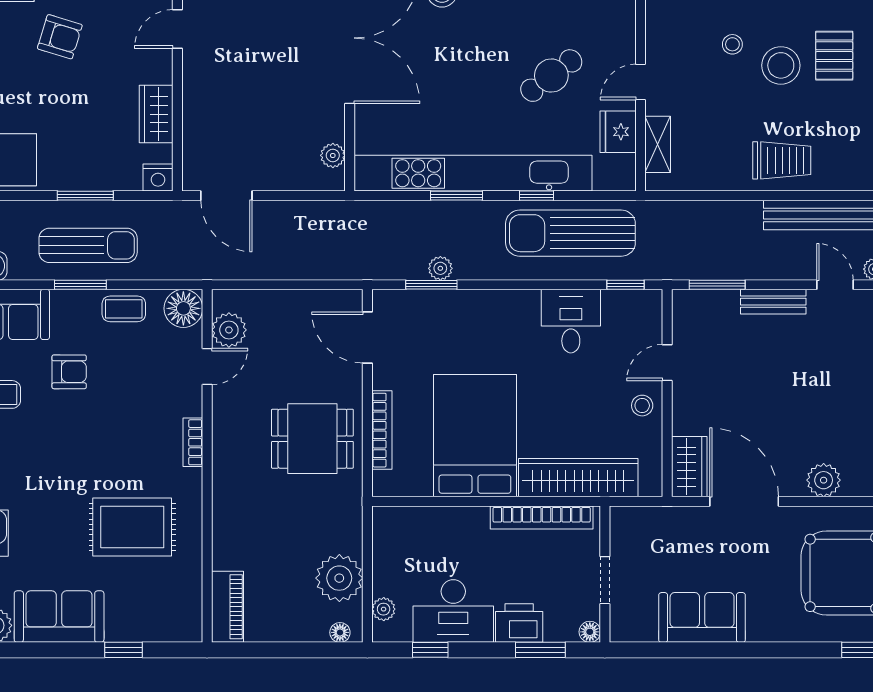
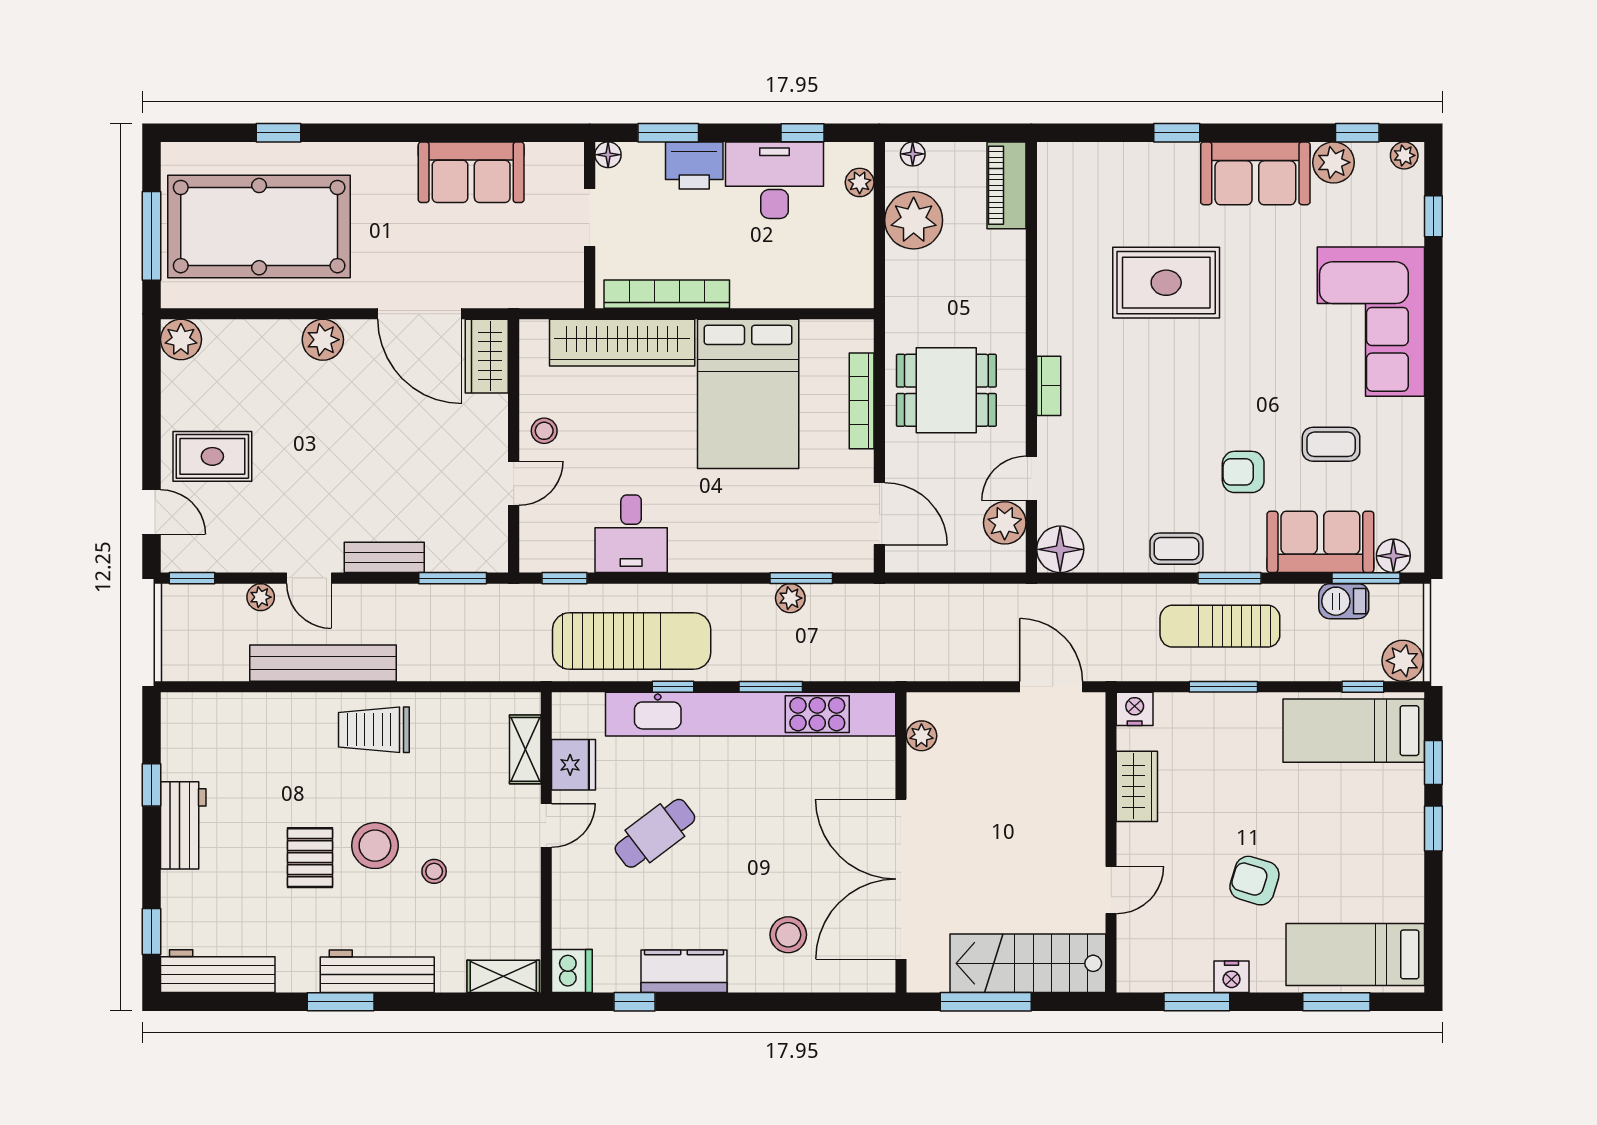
floor lamp: (183, 308) -> (1060, 549), moved
plant: (229, 330) -> (1005, 523), moved
door: (207, 366) -> (1031, 478), moved
bookcase: (193, 442) -> (1049, 386), moved
wall: (207, 466) -> (1031, 357), moved
piano: (227, 607) -> (1007, 185), moved

